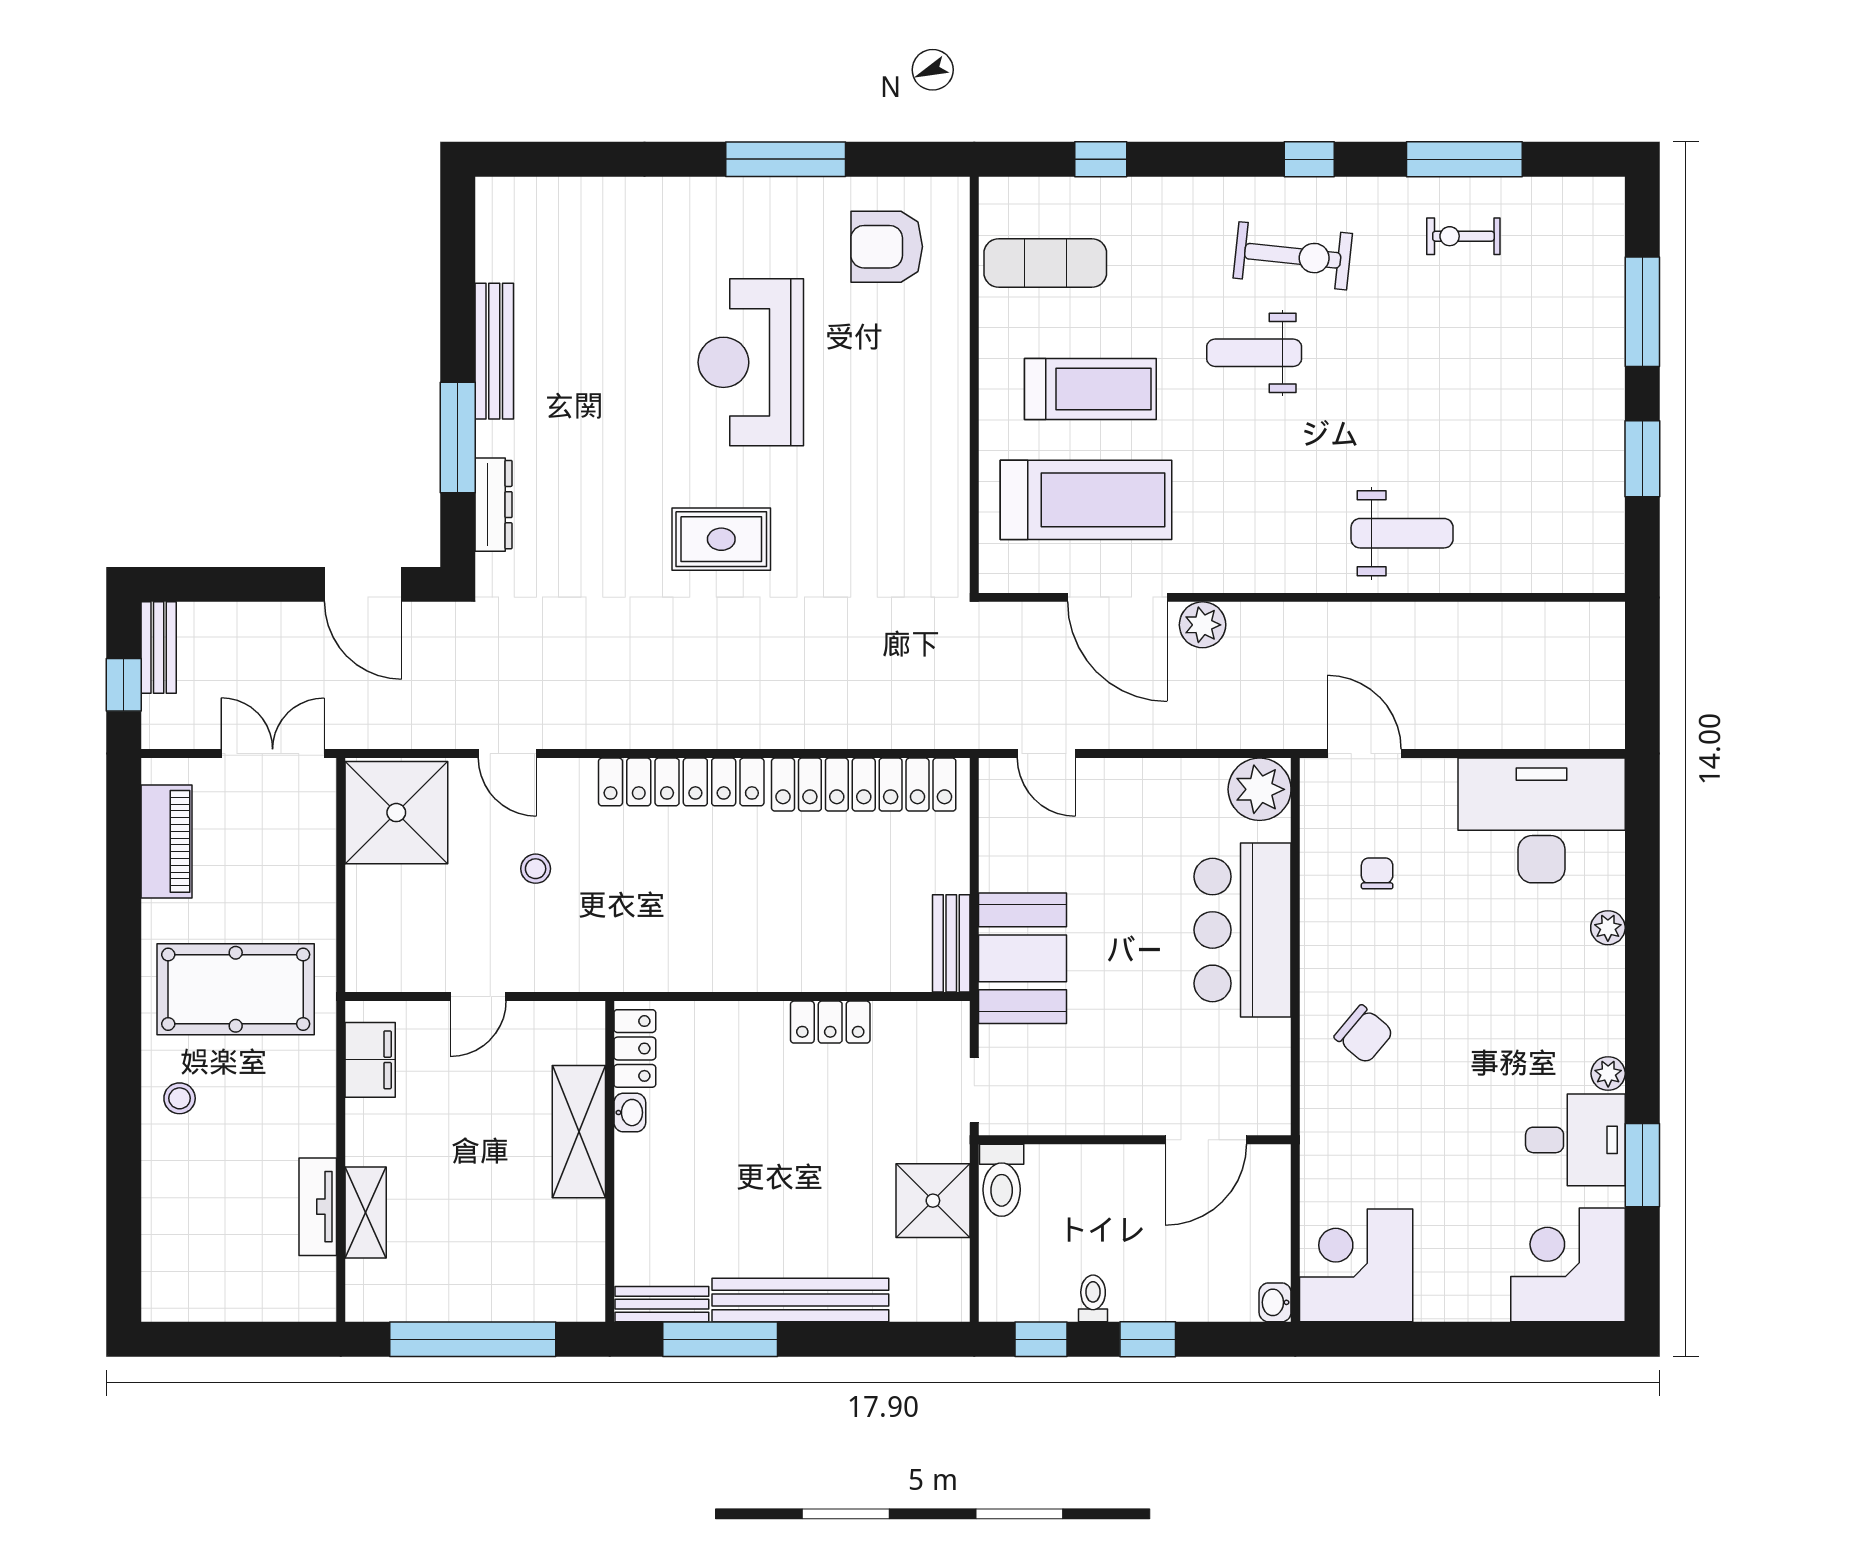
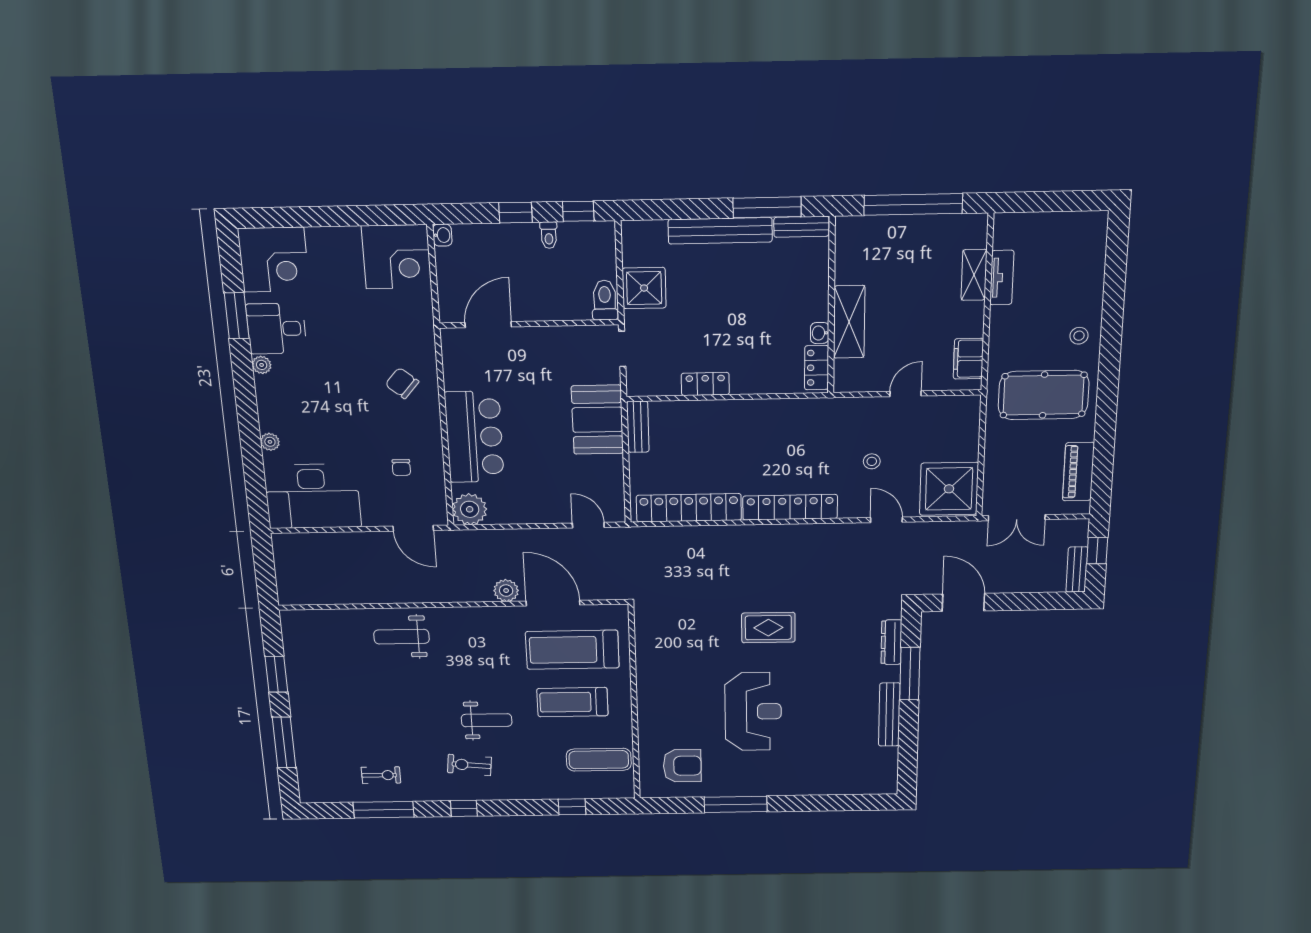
exercise bike: (1293, 256) -> (469, 765), width x0.73, depth x0.72

